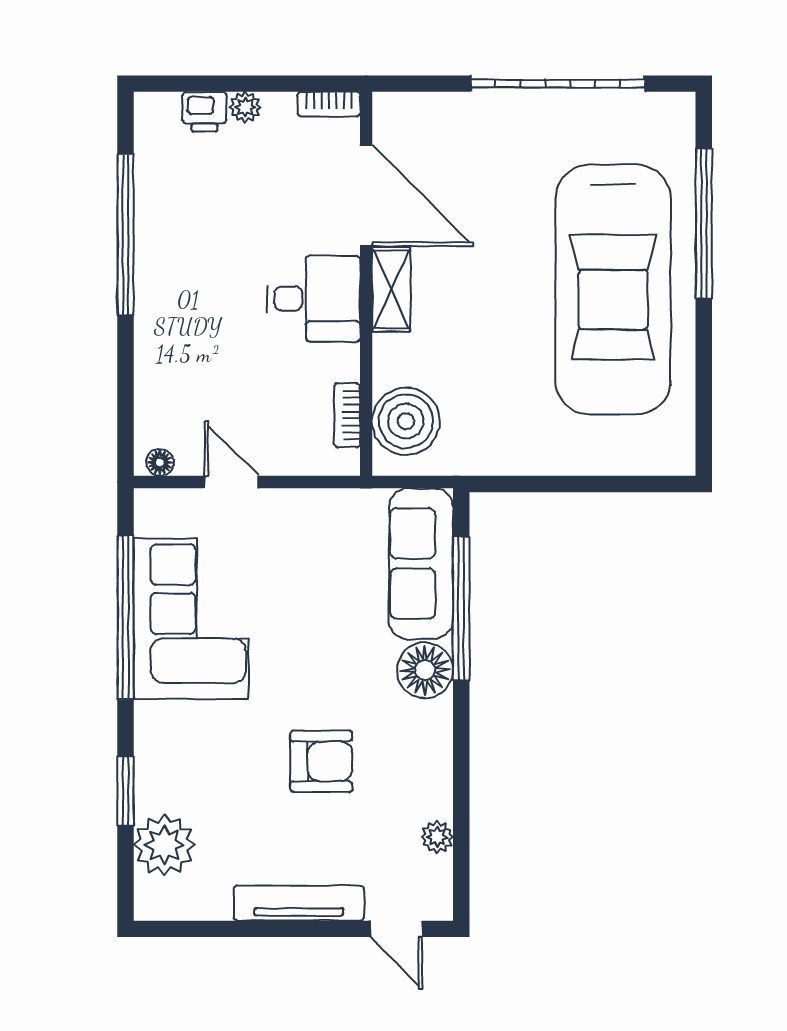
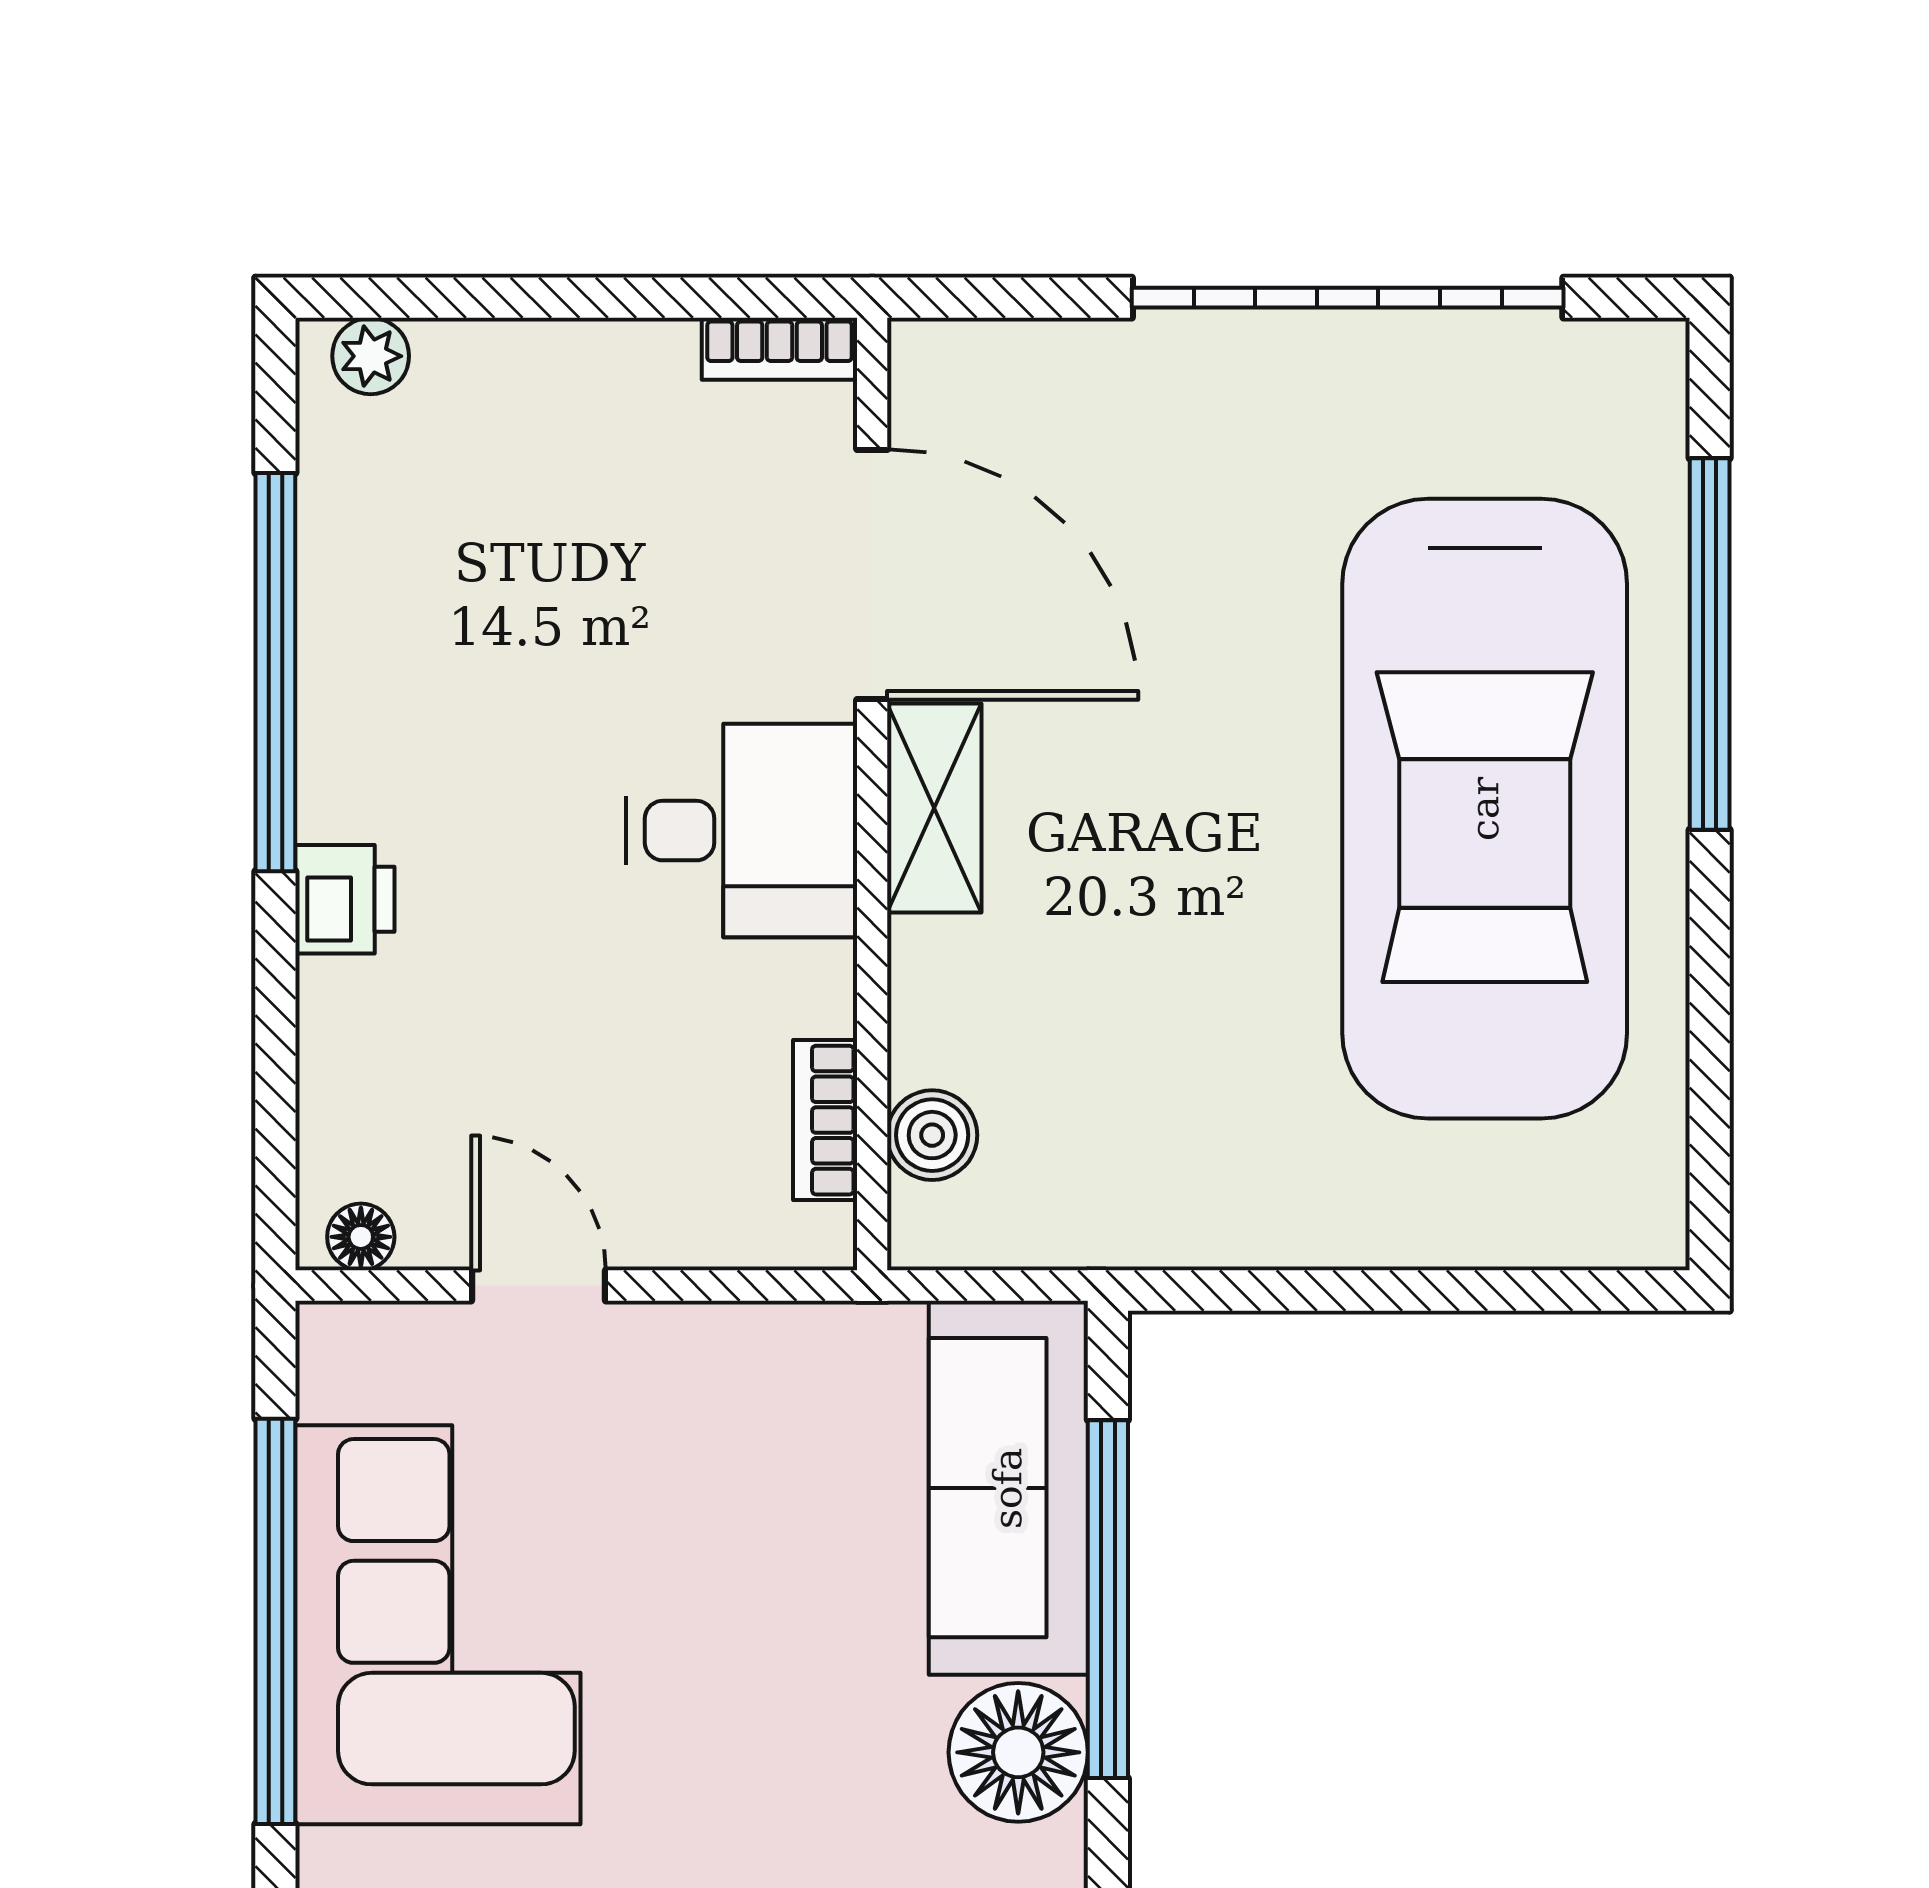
plant: (245, 107) -> (371, 356), moved
printer: (205, 112) -> (345, 899), moved, turned -90
boiler: (406, 421) -> (932, 1135), width x0.54, depth x0.54

